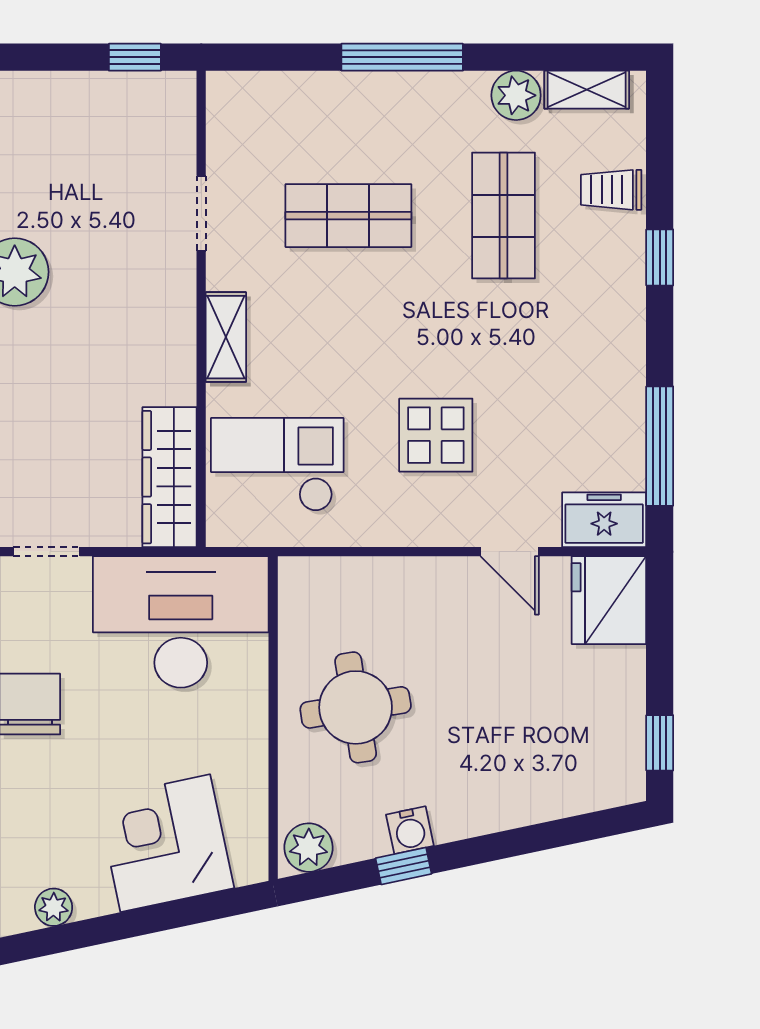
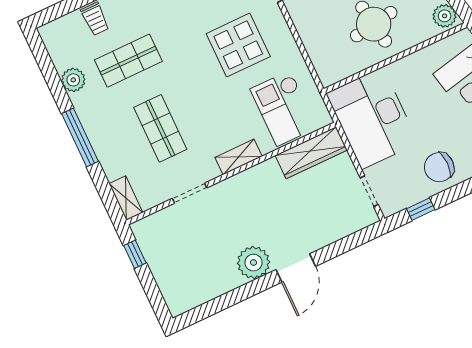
shelving: (587, 90) -> (126, 198), moved
display table: (436, 435) -> (238, 45), width x1.36, depth x1.36

